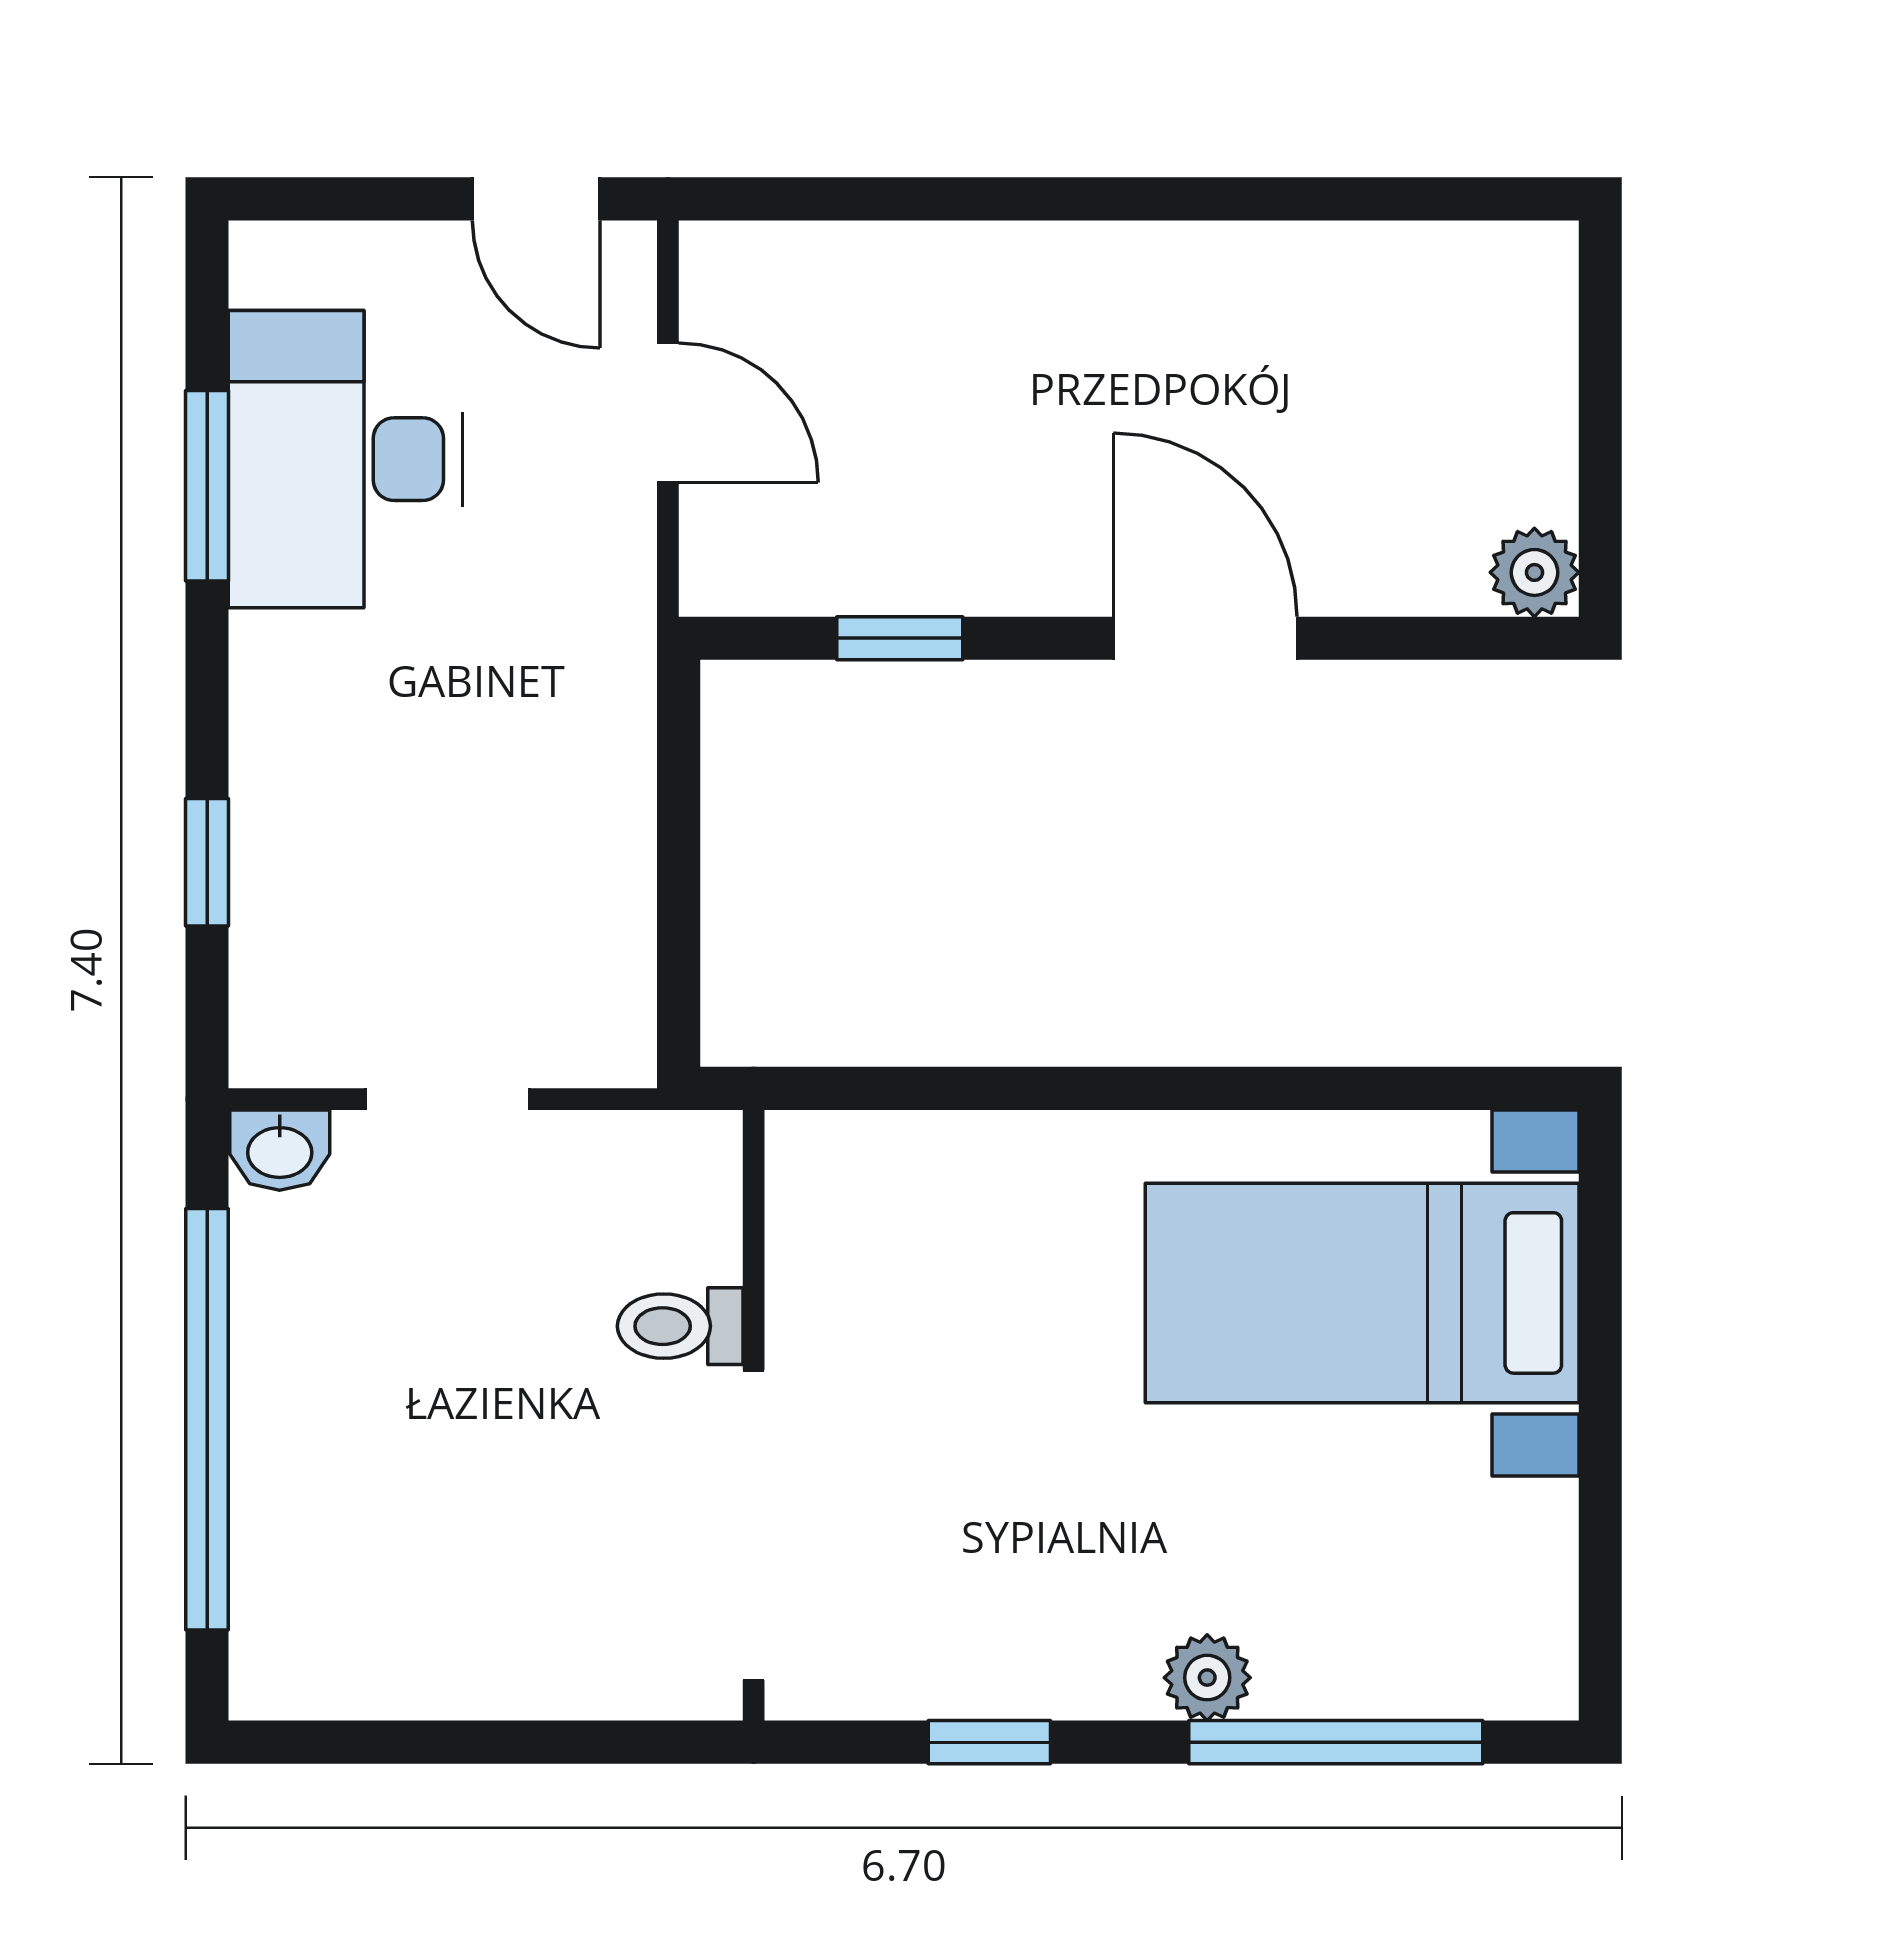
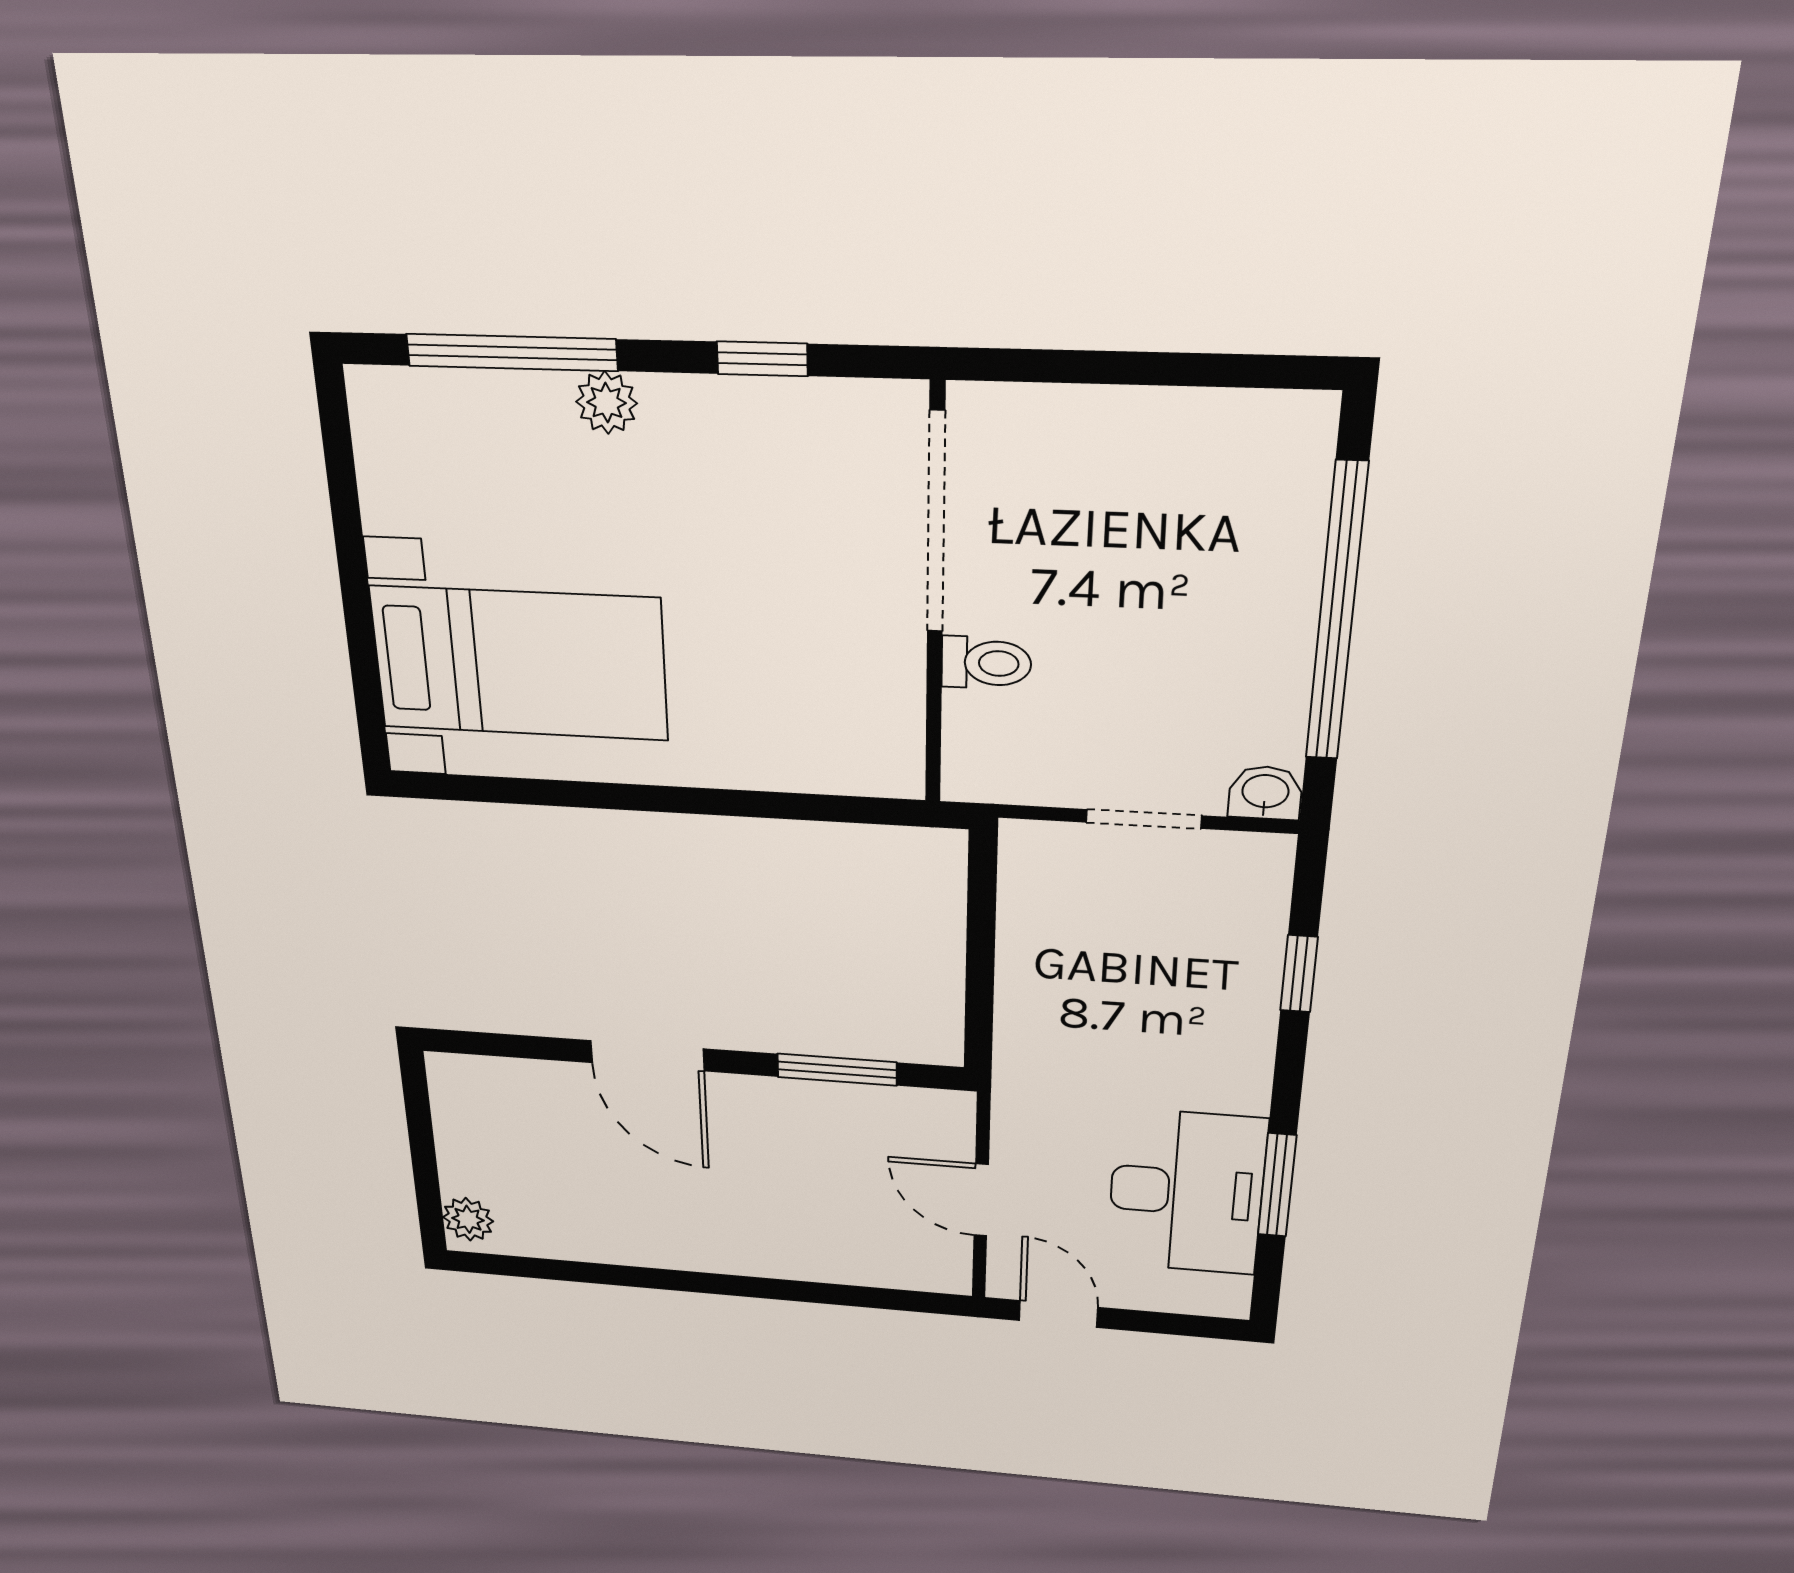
plant: (1534, 572) -> (468, 1219), moved
window: (900, 638) -> (837, 1070), width x1.50

